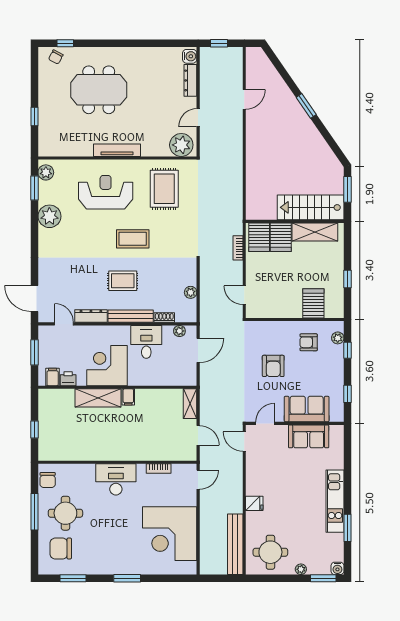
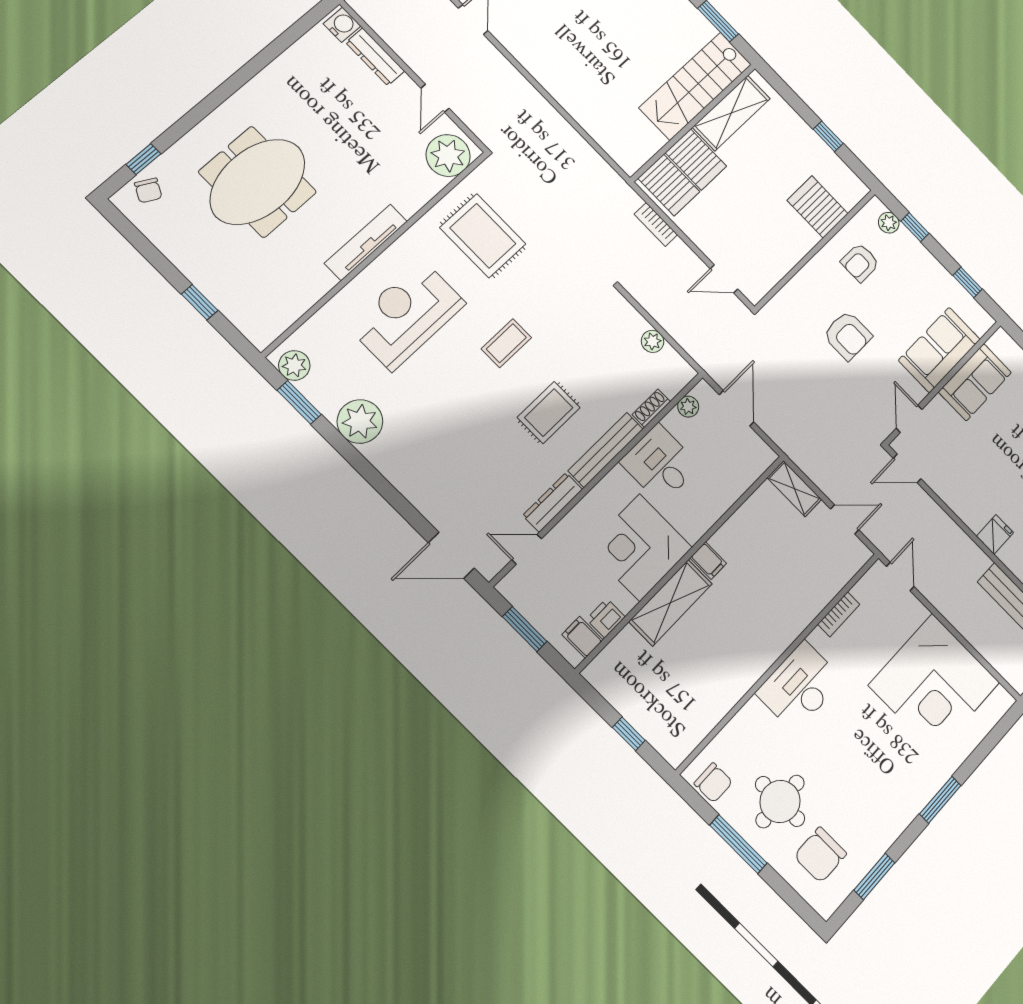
coffee table: (133, 239) -> (506, 343), width x0.73, depth x0.77

